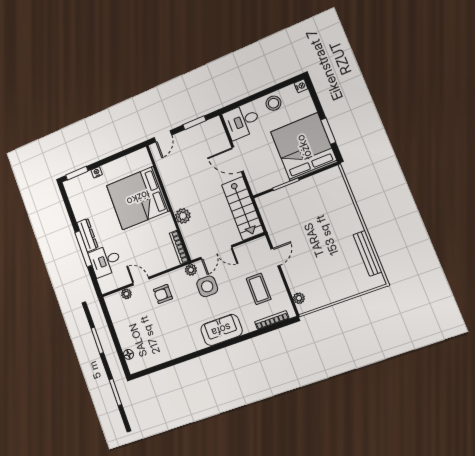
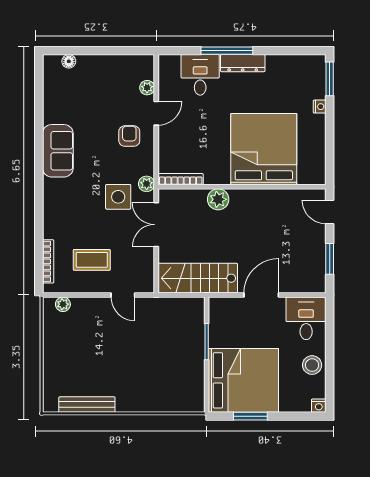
sofa: (221, 330) -> (58, 151), moved

